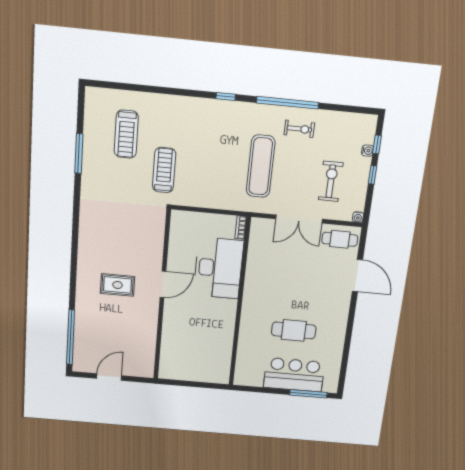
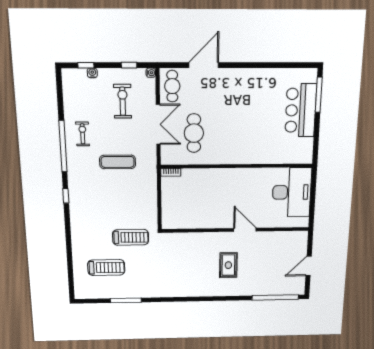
exercise mat: (261, 166) -> (118, 162), width x0.73, depth x0.69
treadmill: (164, 170) -> (131, 237), turned 180
window: (372, 175) -> (129, 65), moved
exercise bike: (331, 181) -> (123, 101), turned 90
desk: (218, 268) -> (292, 192), moved, turned 90
door: (163, 284) -> (245, 230), moved
cafe table: (294, 330) -> (194, 133), moved
door: (109, 377) -> (309, 266), hinge flipped

